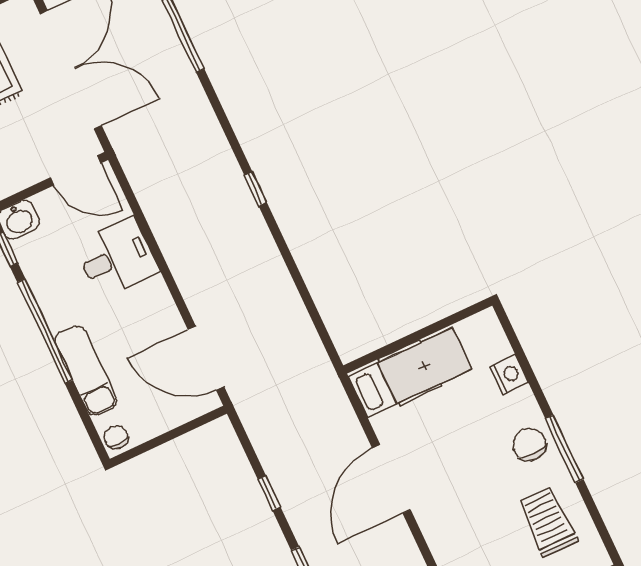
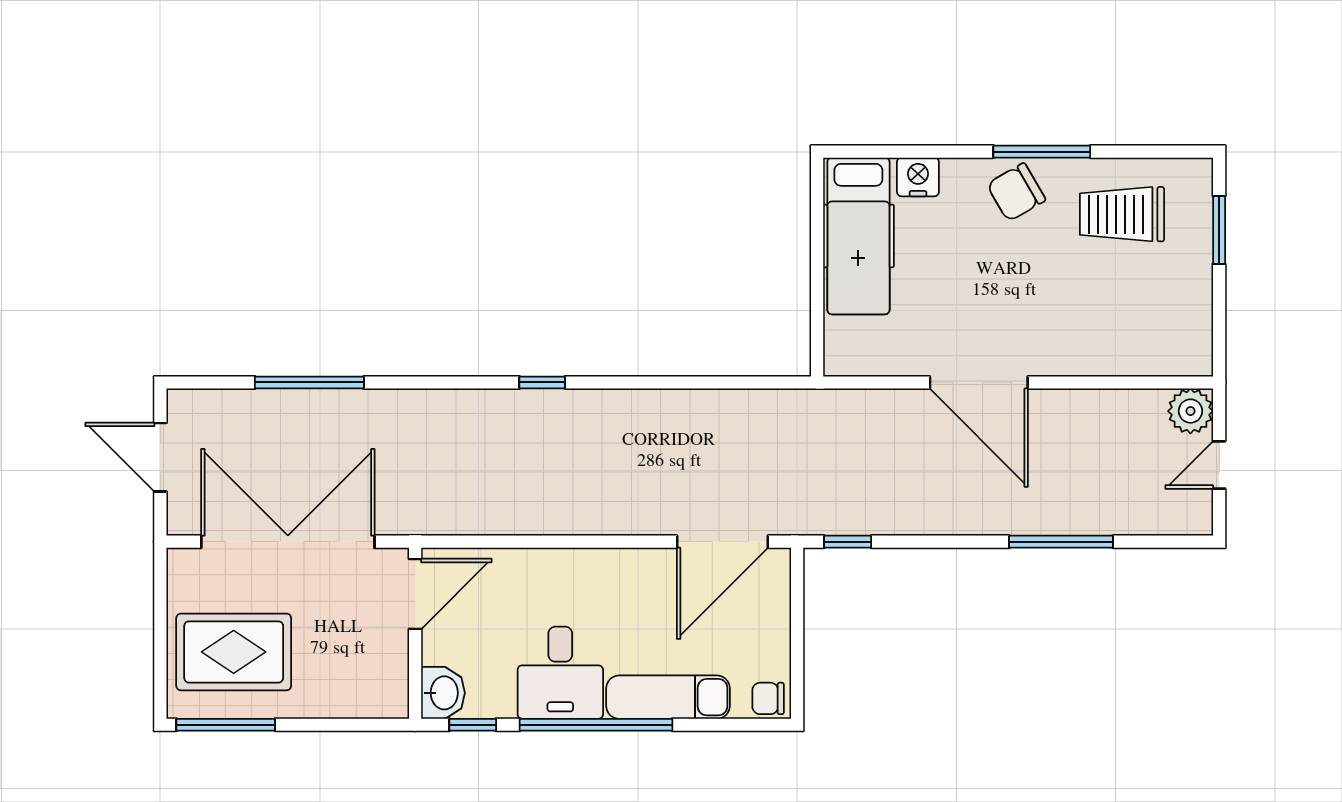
desk: (117, 258) -> (560, 673), moved, turned 180
hospital bed: (410, 373) -> (858, 236), moved, turned 180
chair: (529, 444) -> (1016, 192), turned -30
window: (269, 493) -> (848, 542), moved

